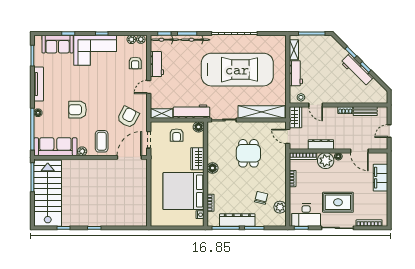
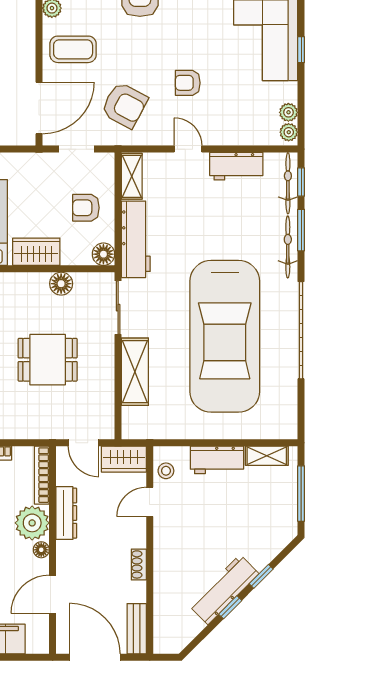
armchair: (135, 63) -> (188, 83), moved
bench: (365, 111) -> (137, 629), moved
shelving: (262, 112) -> (135, 372), width x0.68
door: (389, 131) -> (95, 657), width x1.87
door: (288, 136) -> (83, 443), swing flipped
door: (129, 157) -> (39, 108), hinge flipped
floor lamp: (212, 168) -> (61, 284), moved

